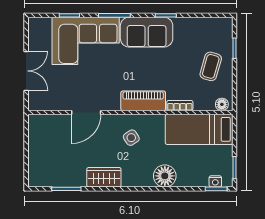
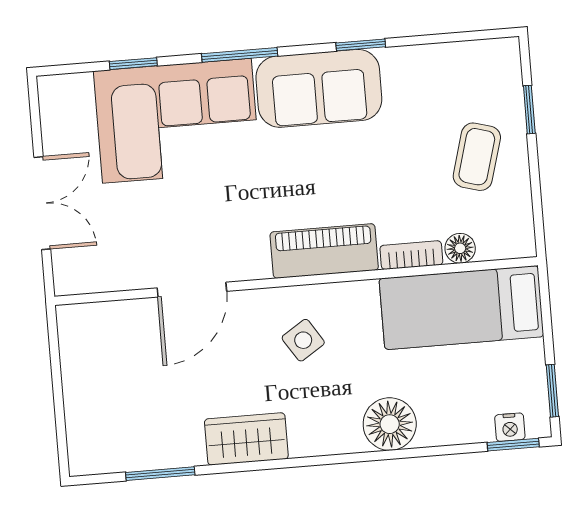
floor lamp: (222, 104) -> (460, 248), moved

